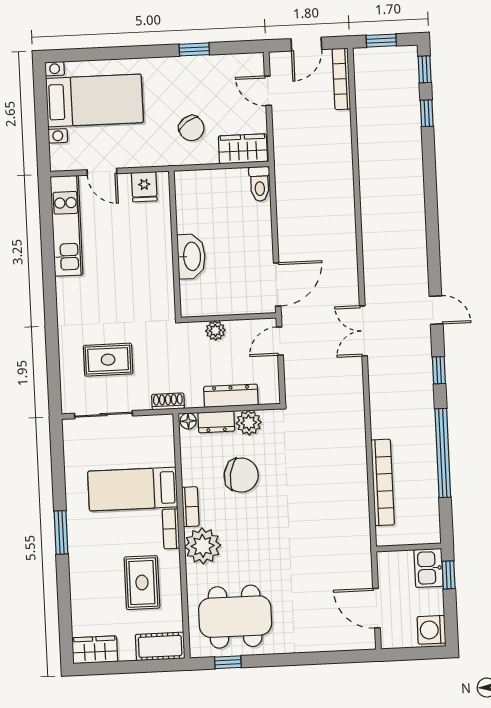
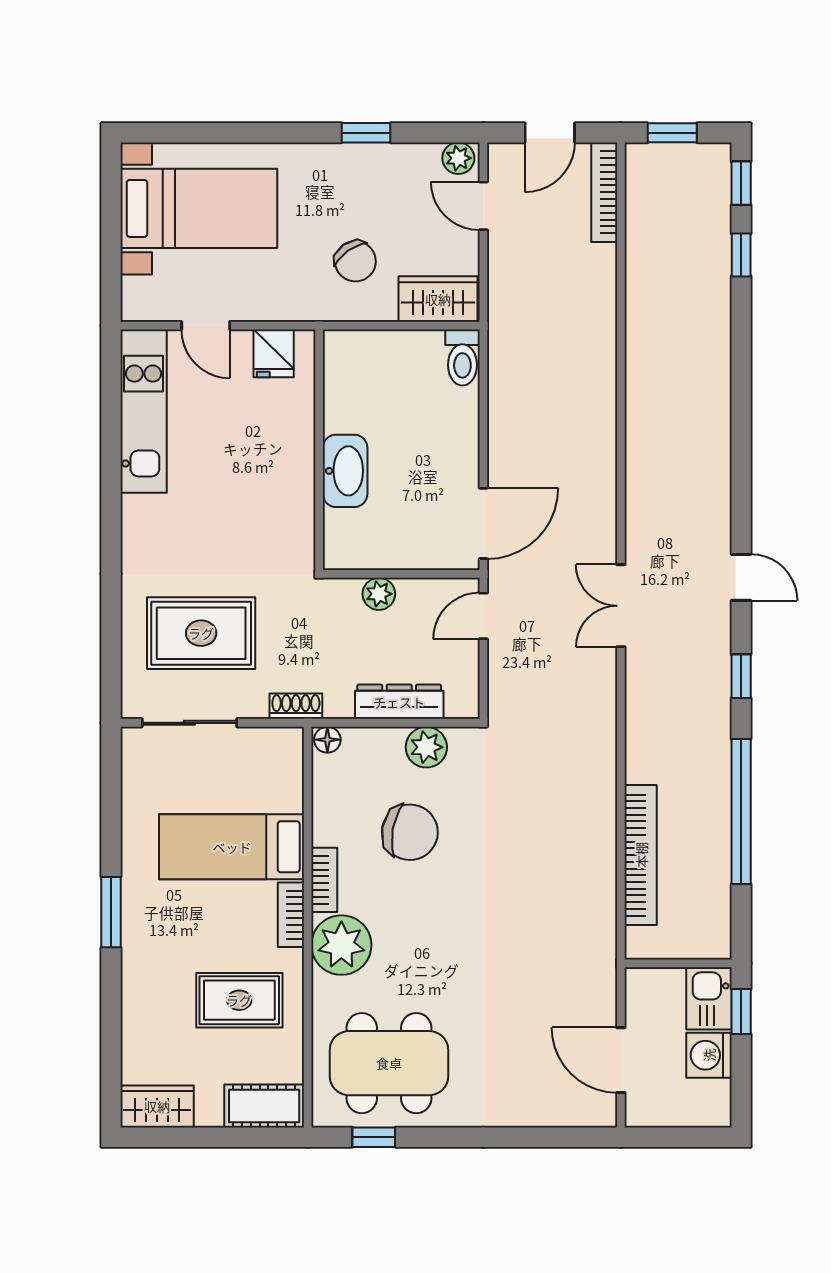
plant: (251, 62) -> (458, 158), added
rug: (108, 360) -> (201, 633), width x1.36, depth x1.43
dresser: (216, 422) -> (373, 743), removed
rug: (142, 583) -> (239, 1000), turned 90
washing machine: (431, 630) -> (709, 1055), moved

